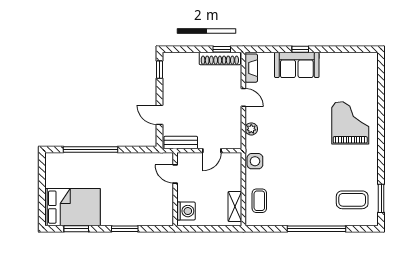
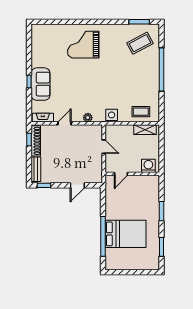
bench: (181, 142) -> (36, 169), moved
coffee table: (352, 200) -> (140, 43), turned 62
bed: (73, 207) -> (126, 234), moved, turned 90

